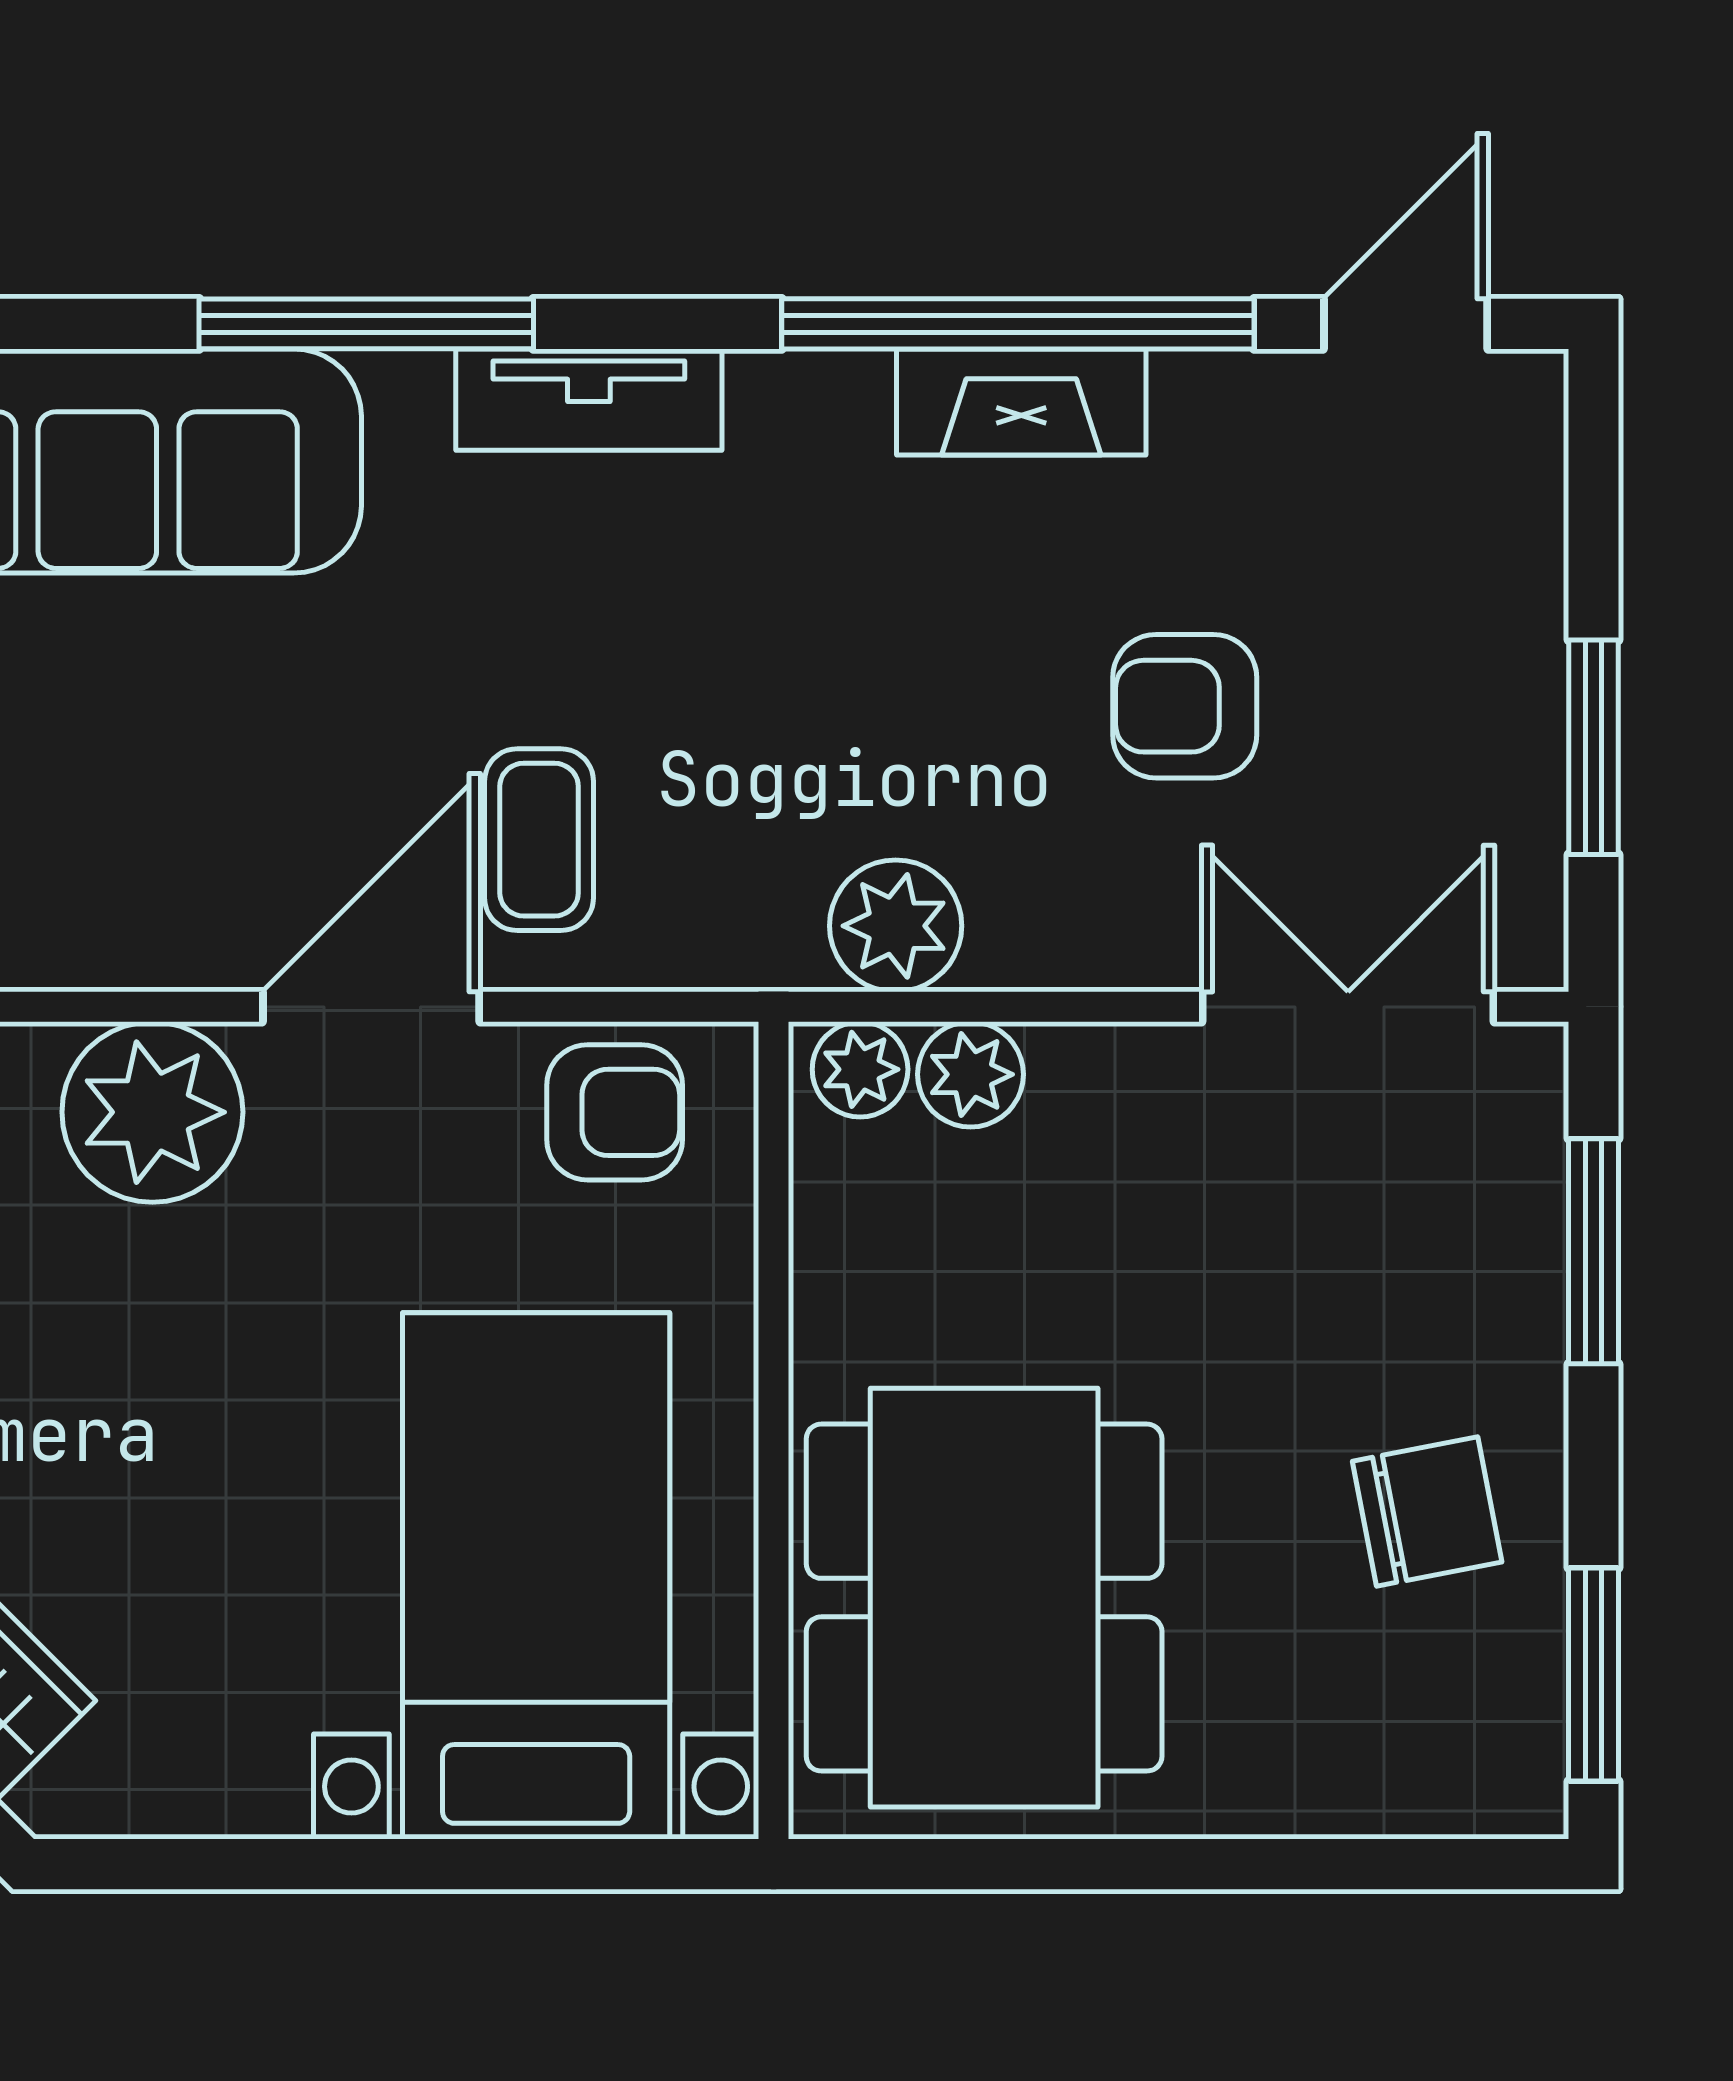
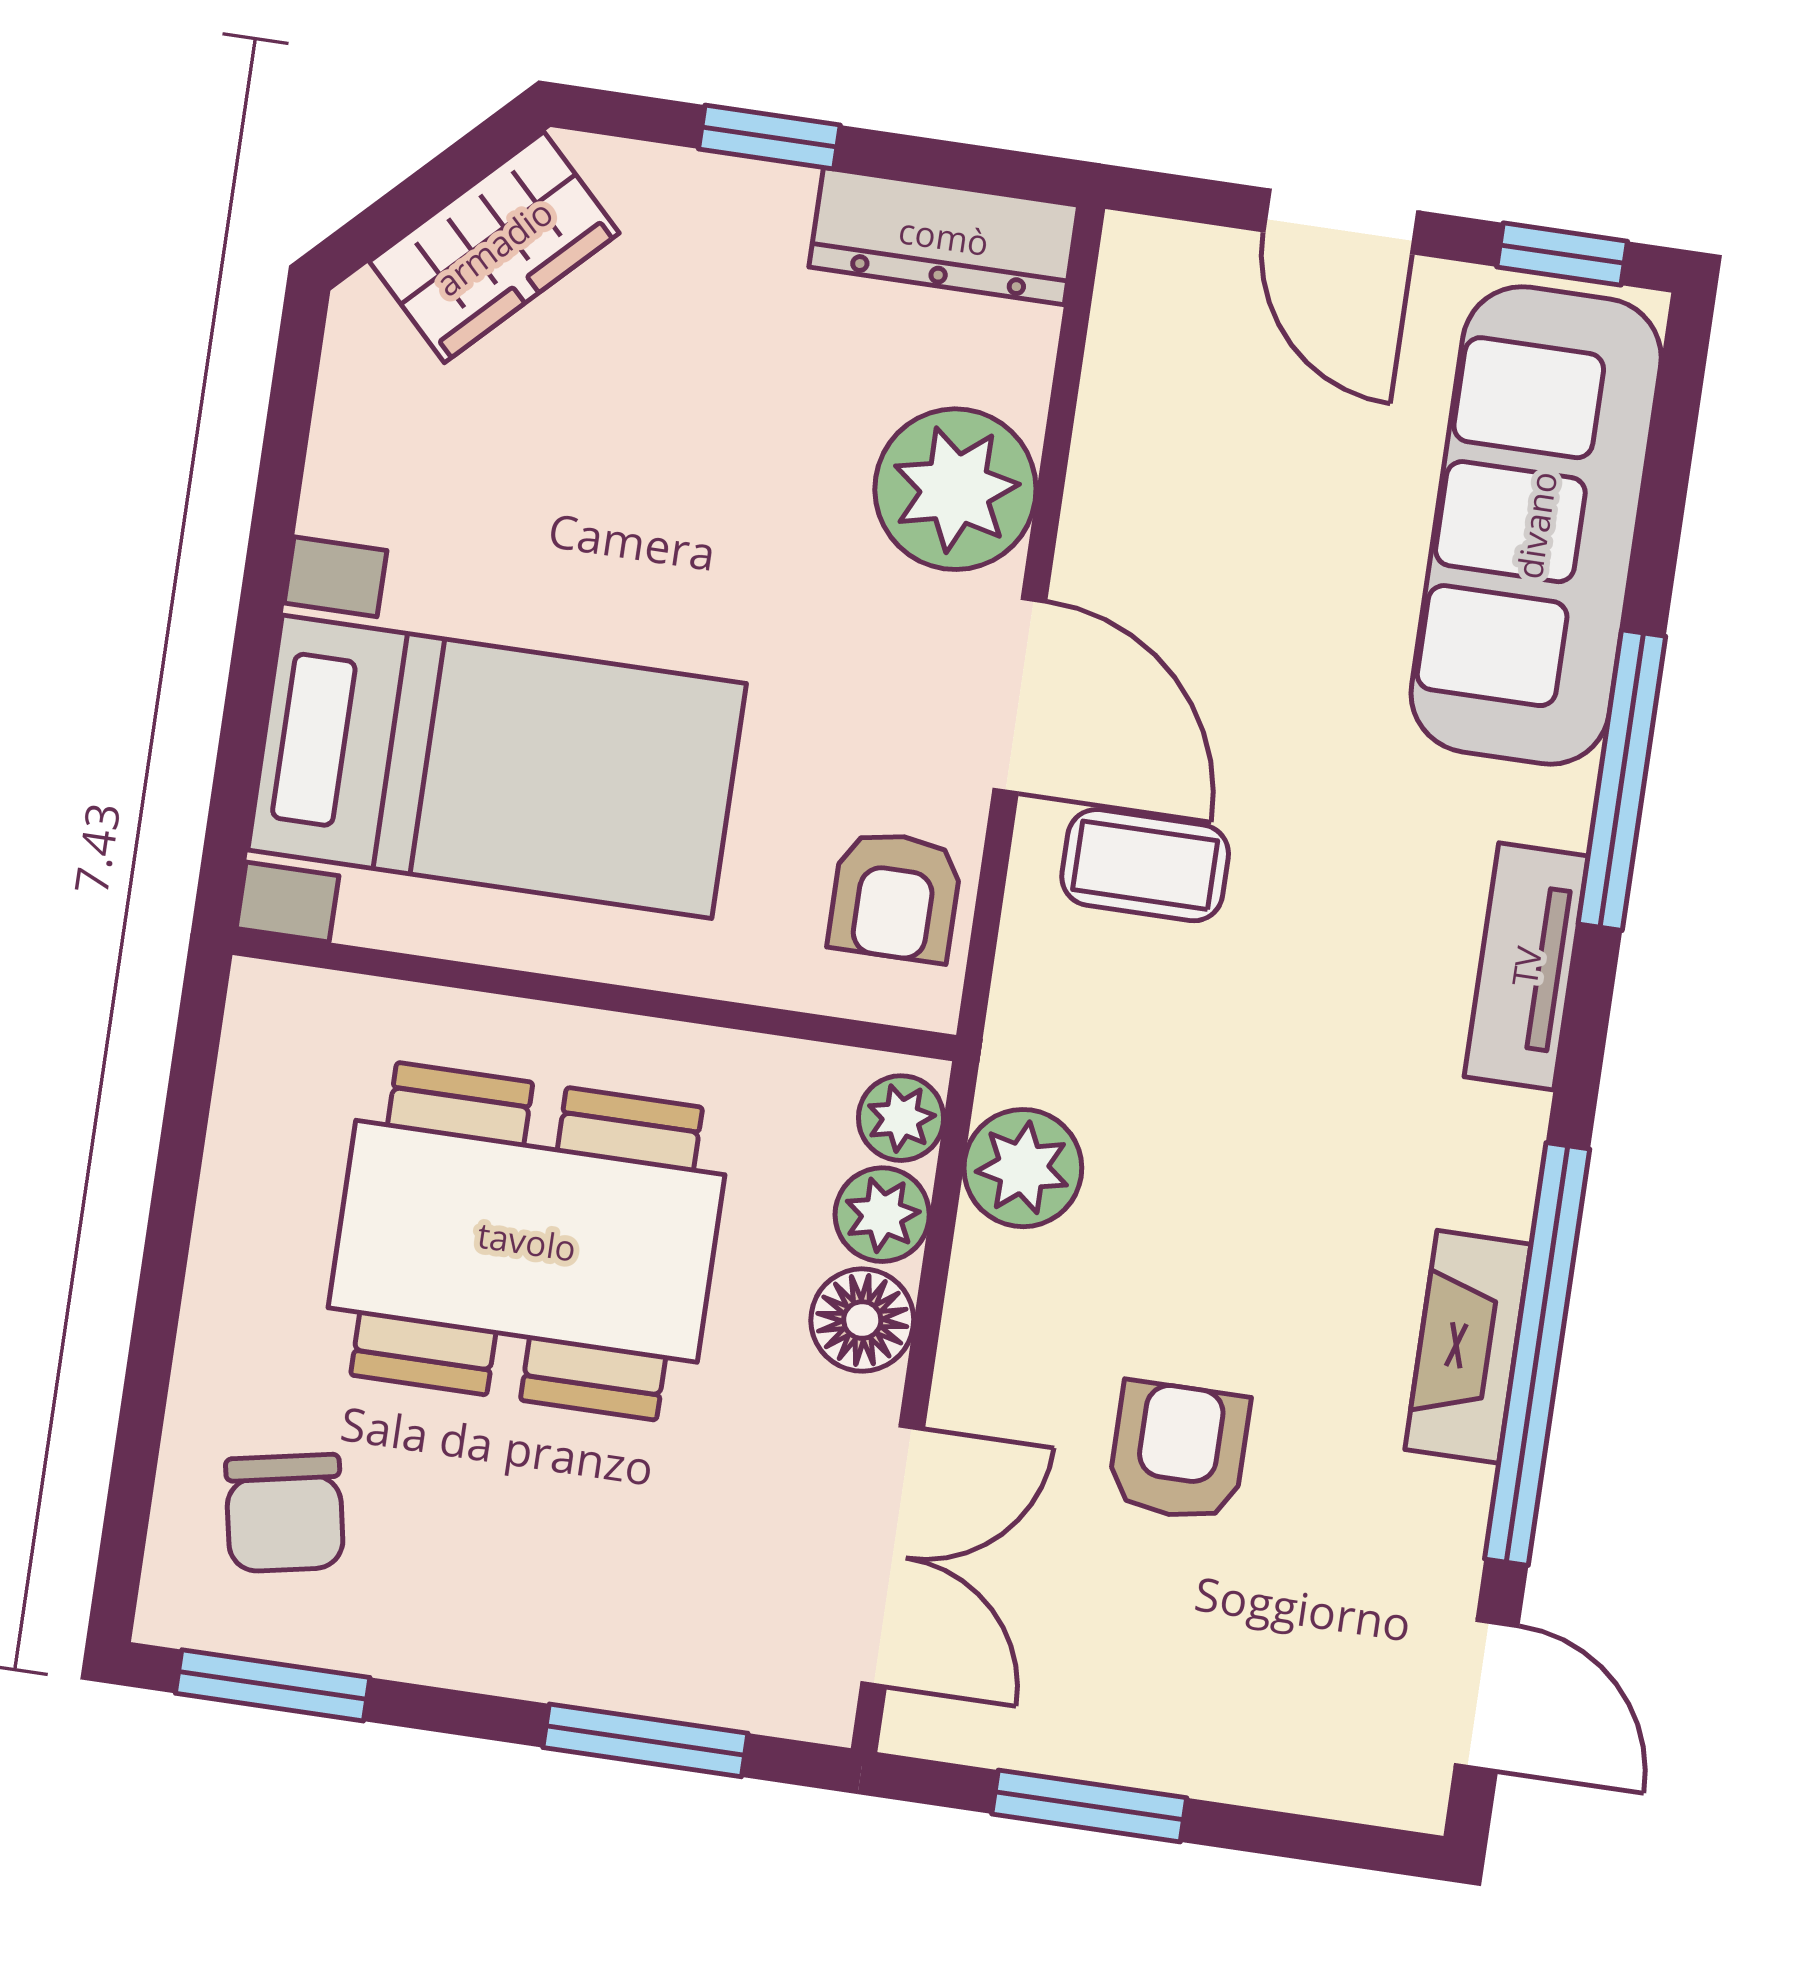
floor lamp: (1091, 1079) -> (862, 1320), added
chair: (1427, 1512) -> (285, 1513), moved
dining table: (984, 1598) -> (527, 1241), moved

